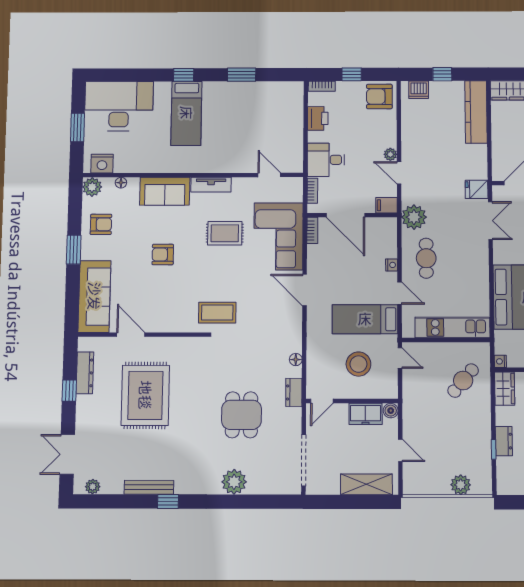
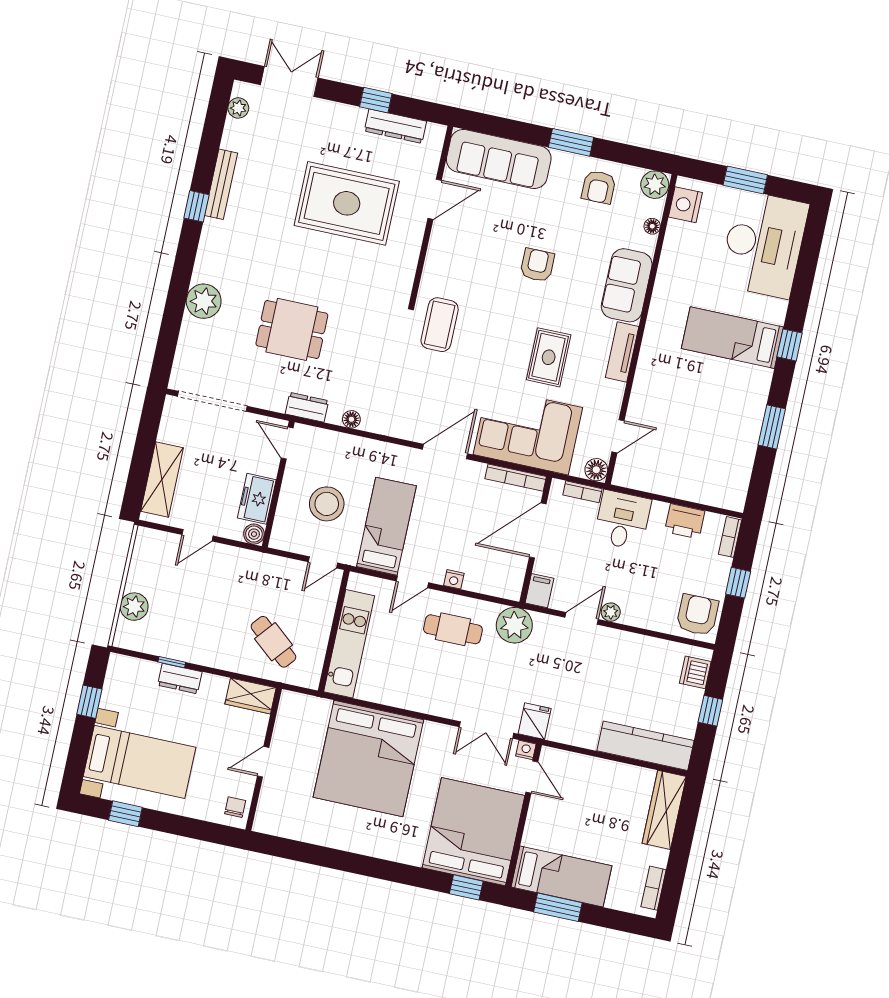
floor lamp: (295, 185) -> (596, 470), added
bookcase: (312, 230) -> (516, 478), width x1.56
nightstand: (500, 361) -> (526, 750), moved

